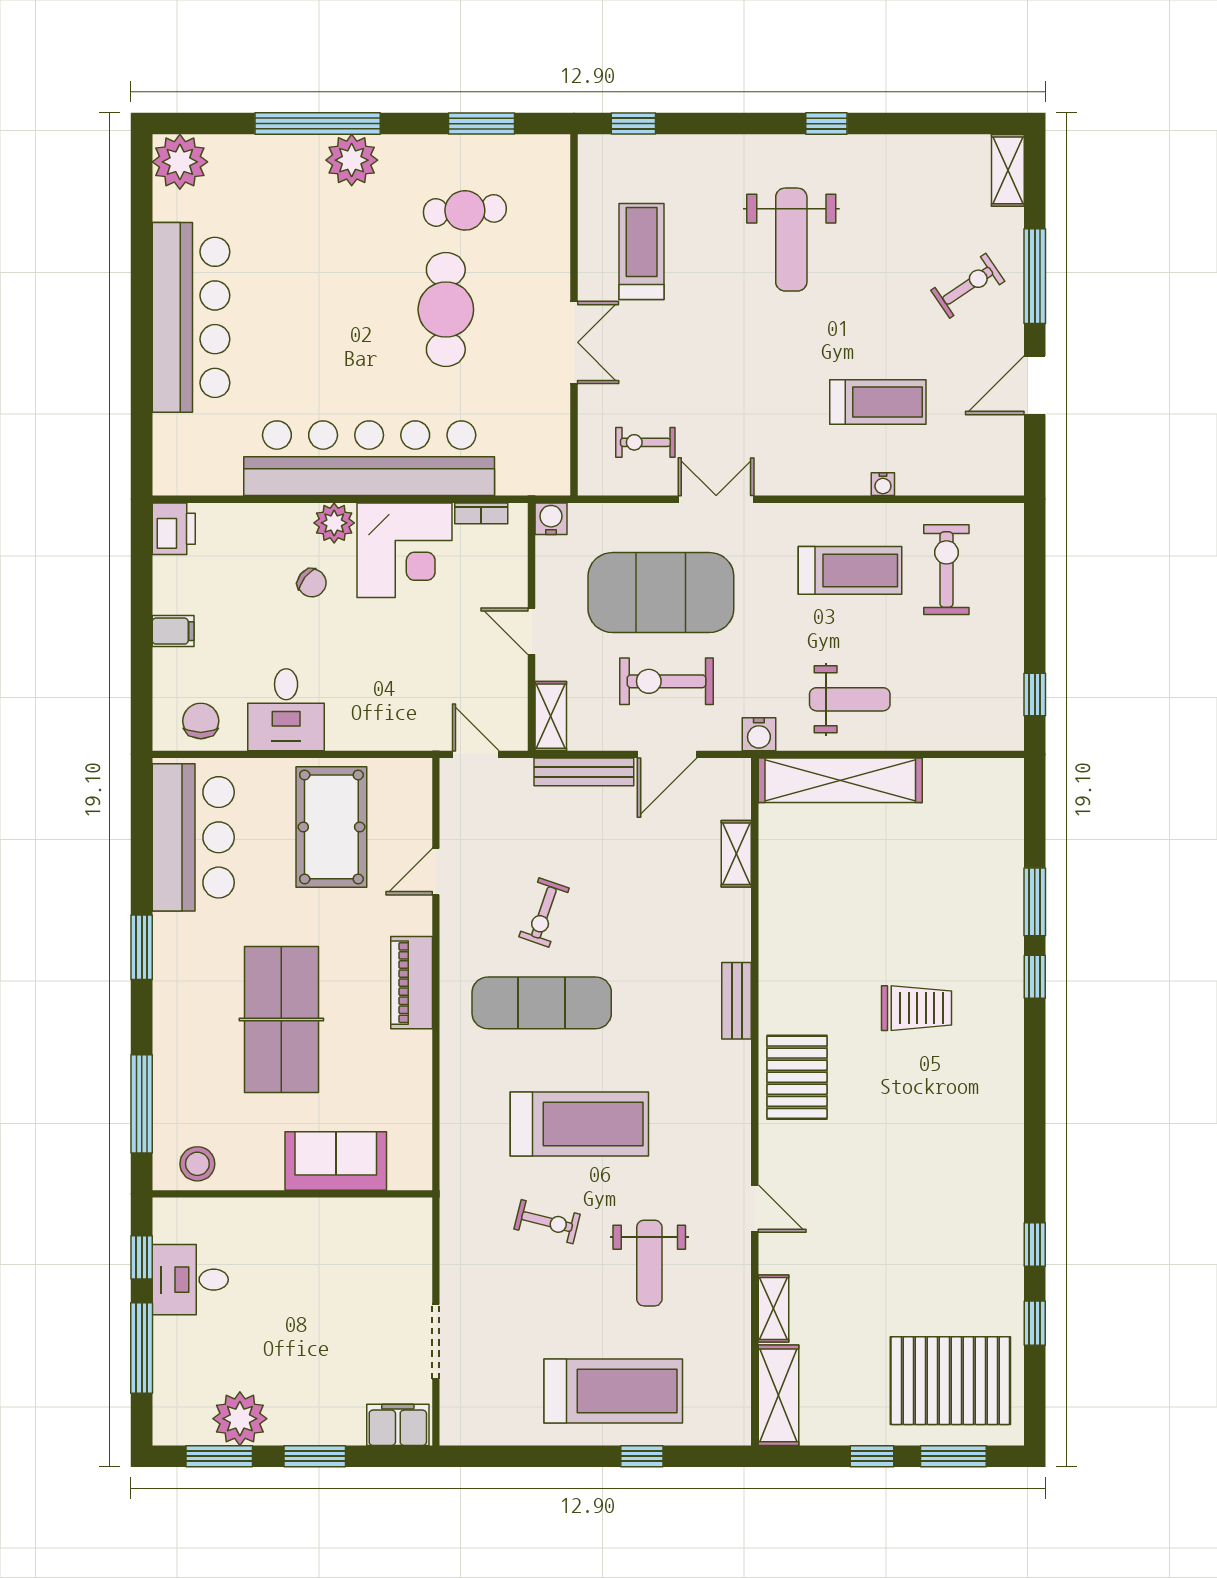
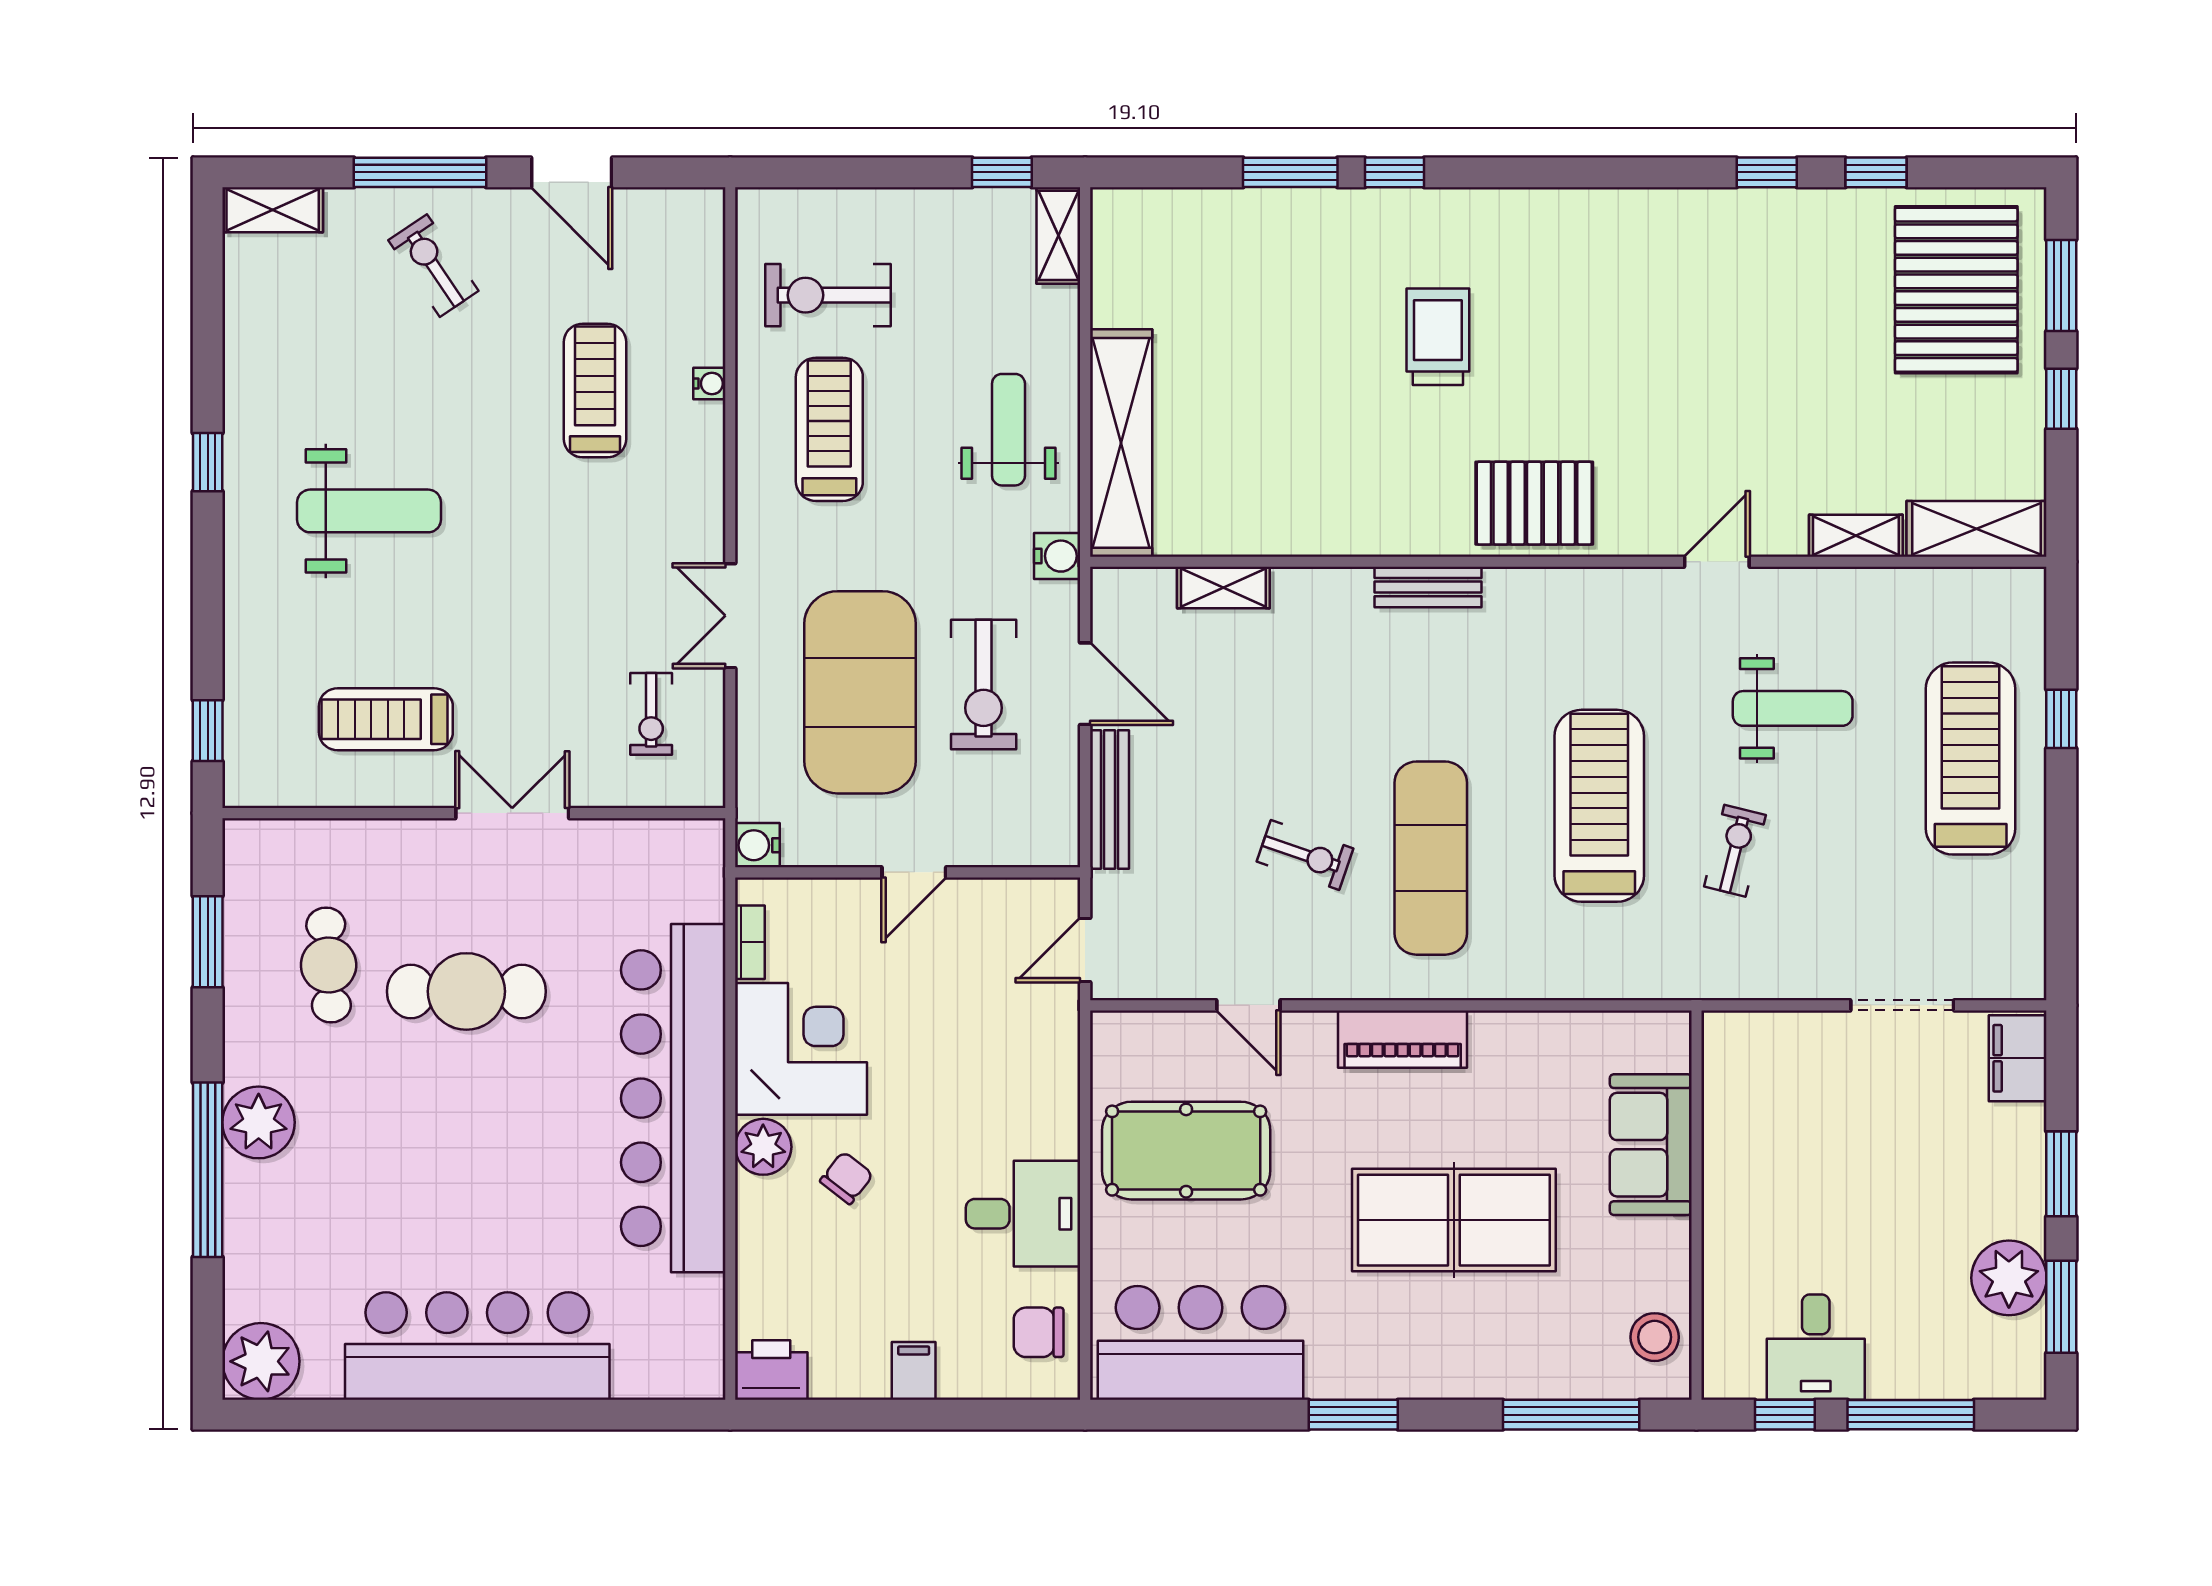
shelving: (551, 716) -> (1058, 235), moved, turned 90

